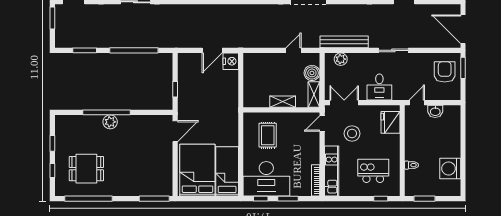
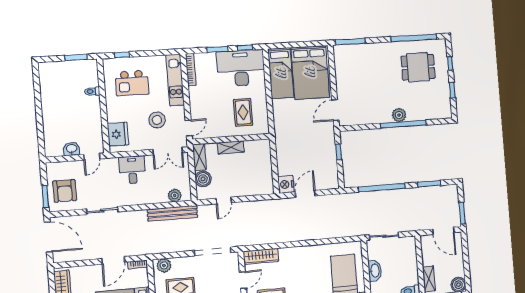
sliding door: (393, 50) -> (102, 210), moved
washing machine: (450, 168) -> (51, 90), removed

